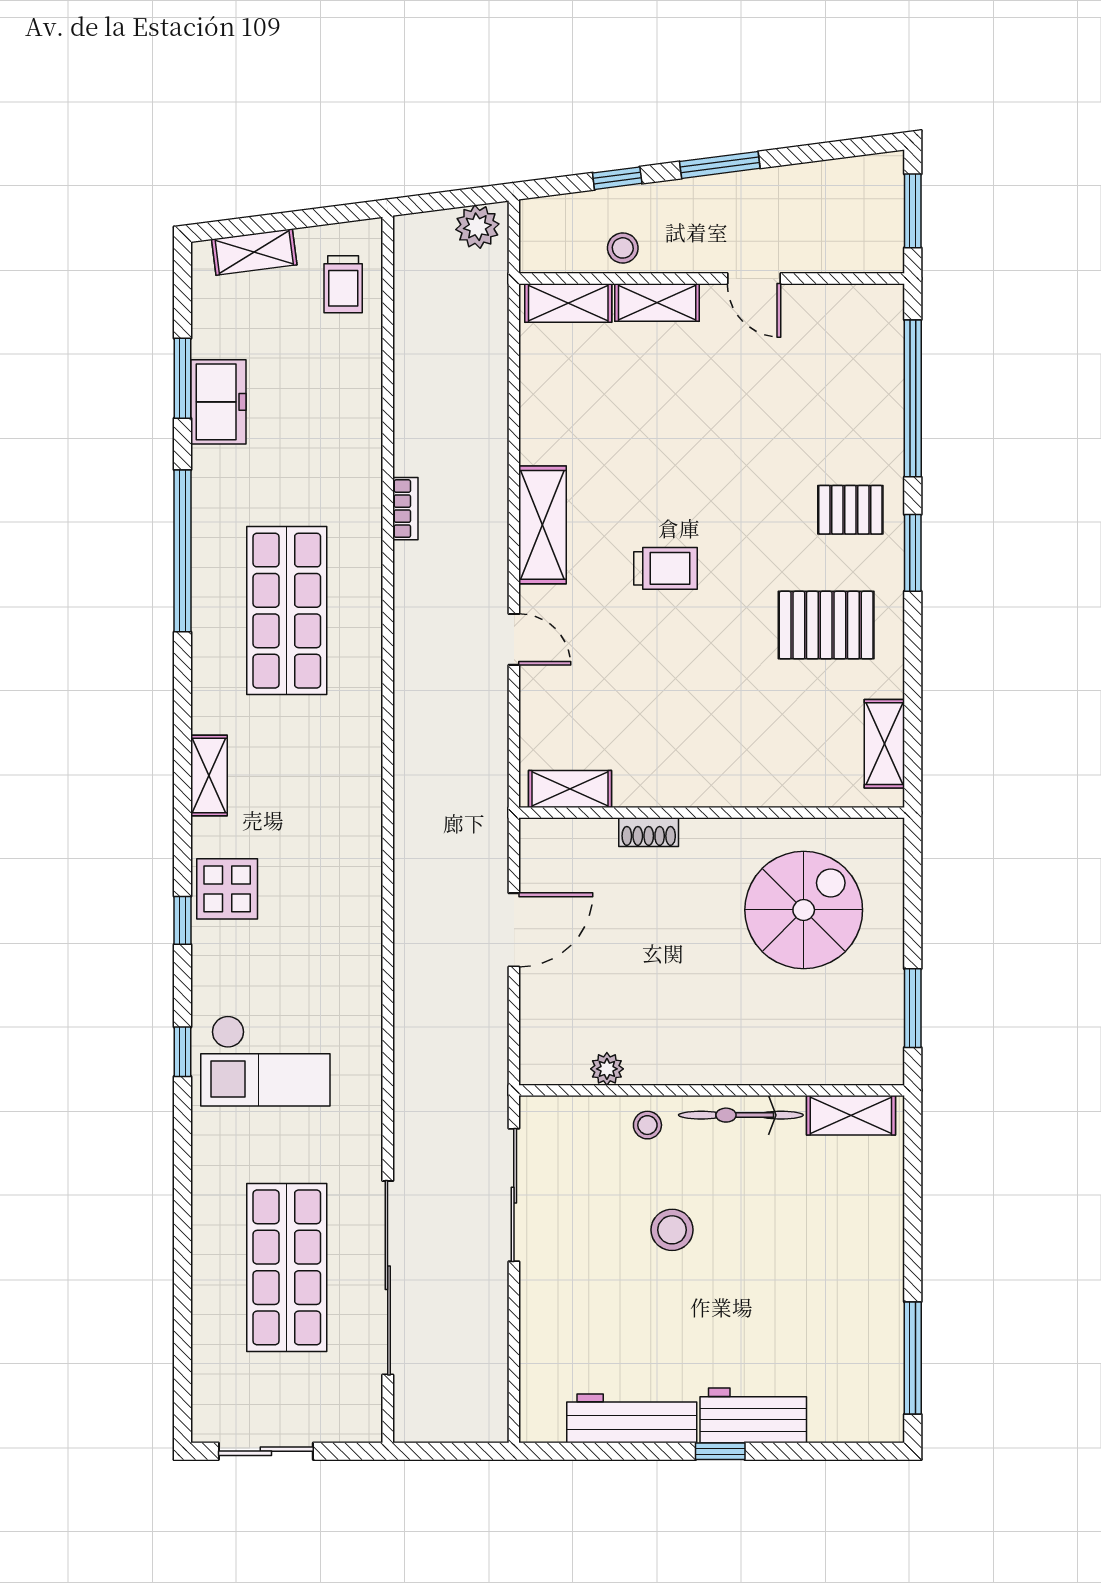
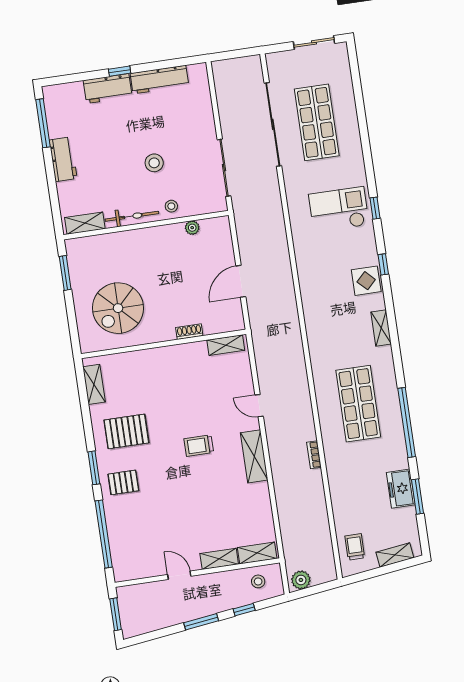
stool: (623, 248) -> (258, 581), moved
workbench: (879, 1269) -> (63, 159), added

